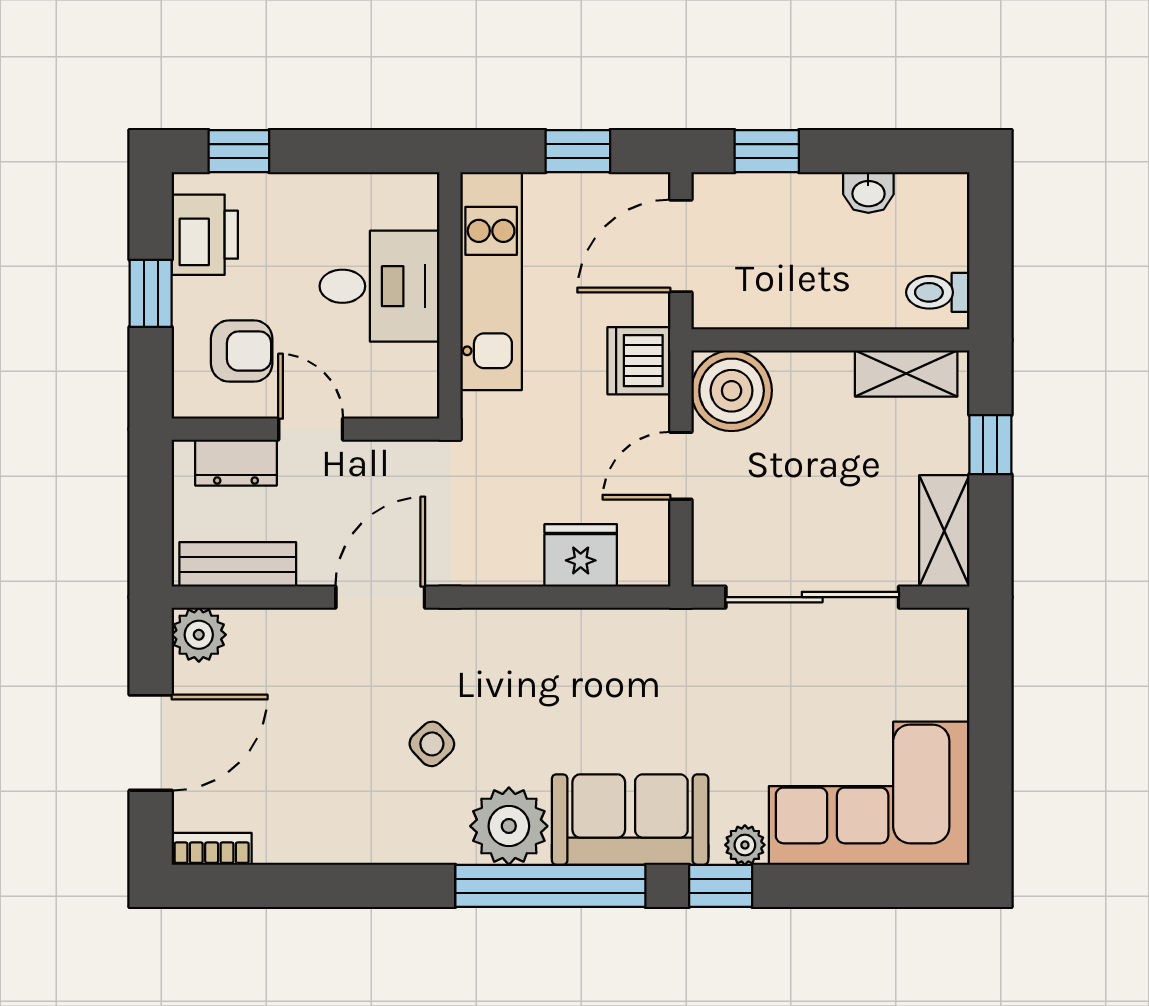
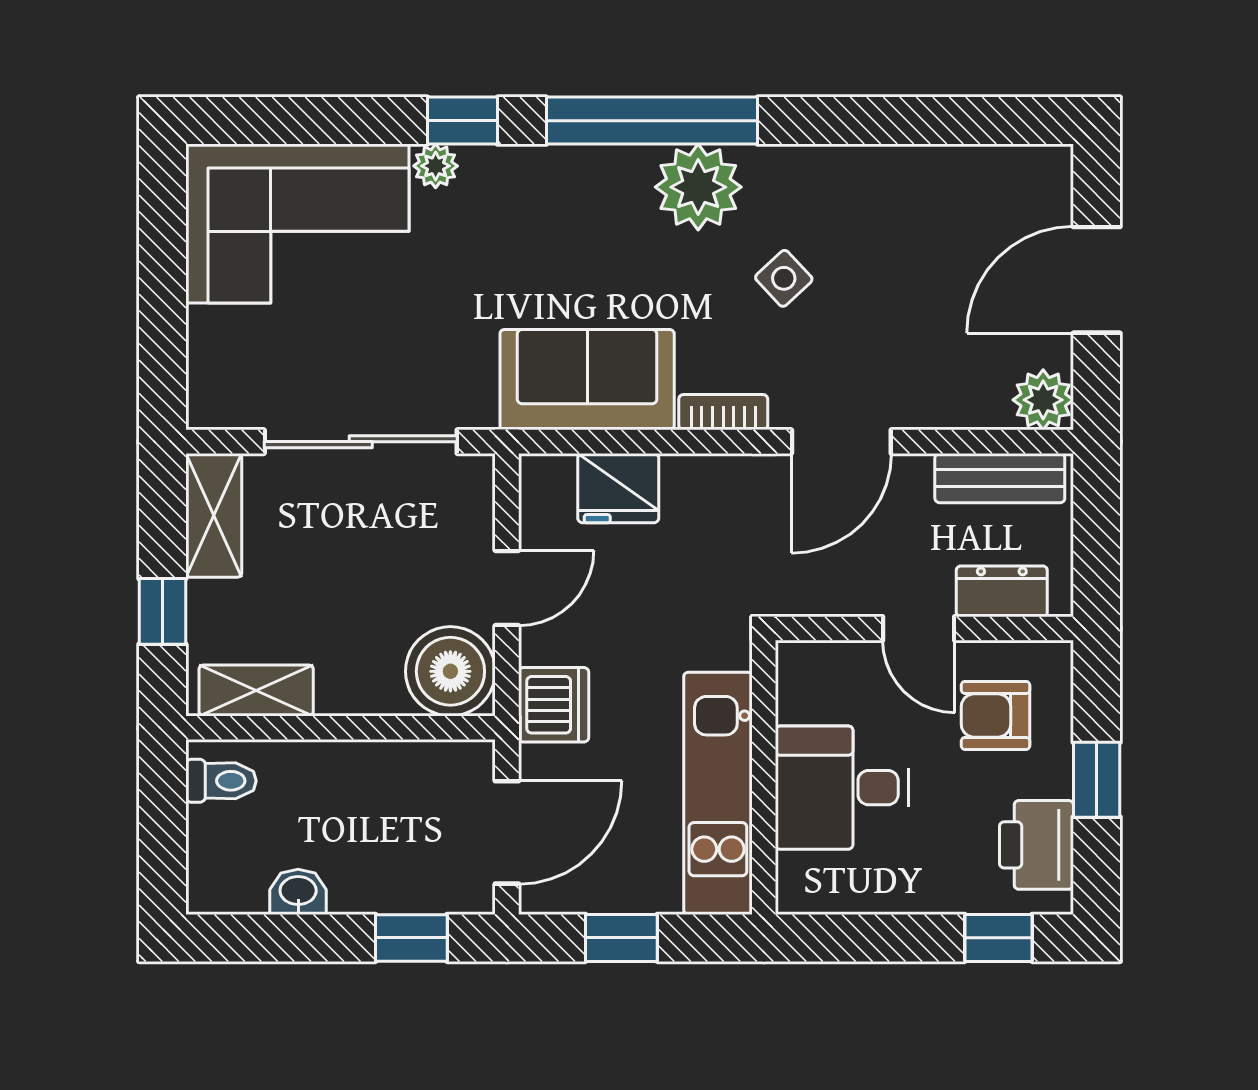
sofa: (630, 820) -> (587, 380), moved, turned 180
bookcase: (212, 849) -> (723, 412), moved, turned 180

